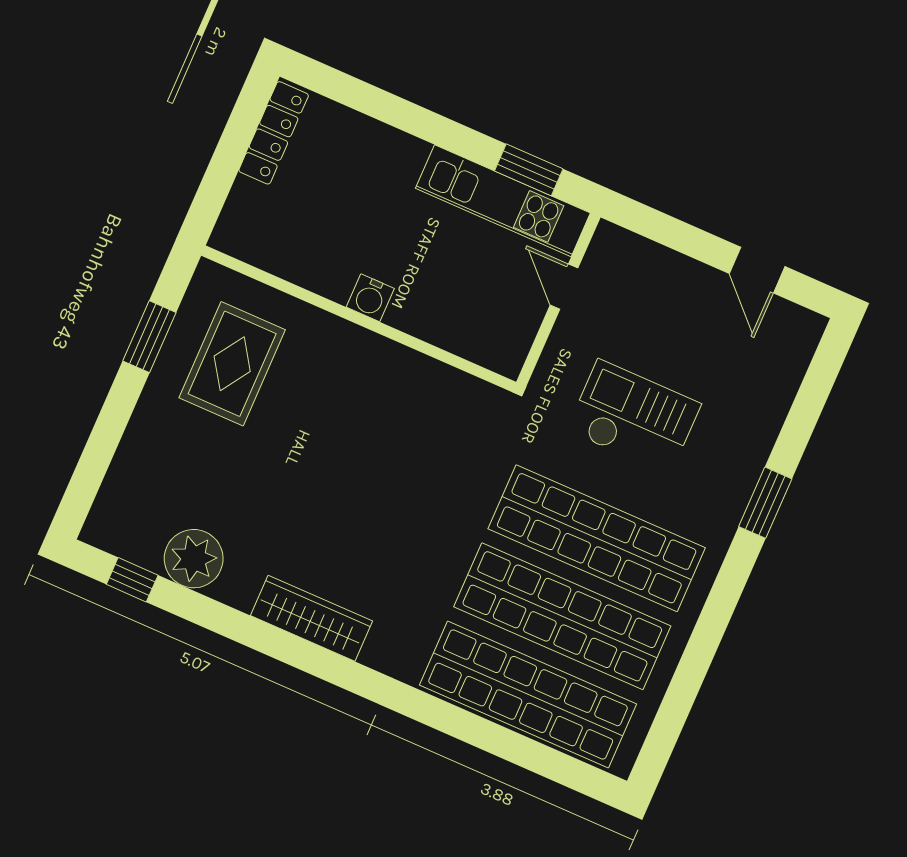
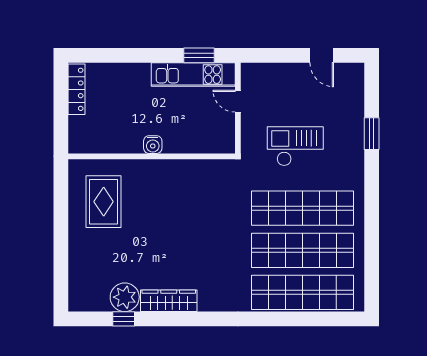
window: (149, 337) -> (61, 206), removed
window: (765, 503) -> (372, 134), moved
window: (132, 580) -> (124, 319), moved
wardrobe: (312, 618) -> (169, 301), moved

